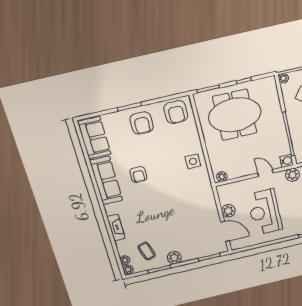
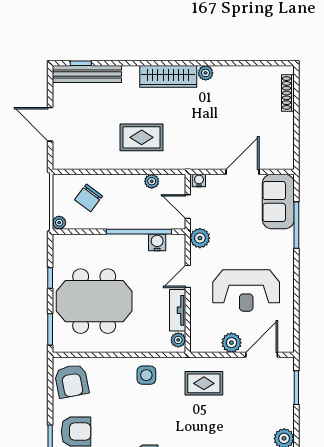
armchair: (176, 112) -> (72, 381), turned 79
meeting table: (235, 115) -> (94, 301), turned 90
water cooler: (287, 161) -> (157, 242), moved
tv unit: (241, 172) -> (178, 310), added
rug: (197, 200) -> (204, 383), added

